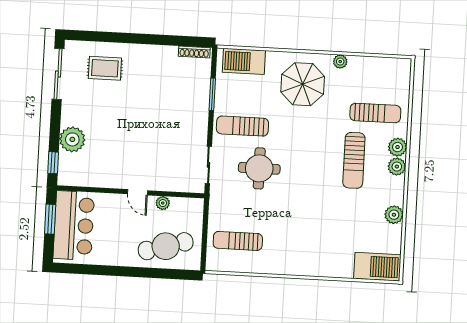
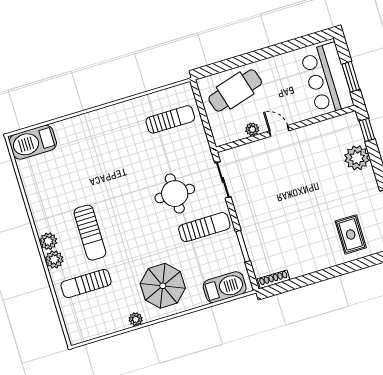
rug: (105, 68) -> (351, 234), turned 90
sun lounger: (354, 160) -> (90, 233), turned 180
plant: (394, 215) -> (35, 196), removed

